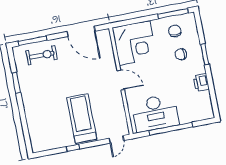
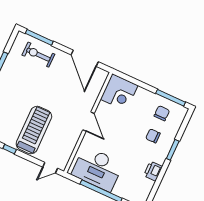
corner desk: (134, 43) -> (119, 92), width x0.74, depth x0.74
exercise bike: (42, 55) -> (38, 55), turned 180

